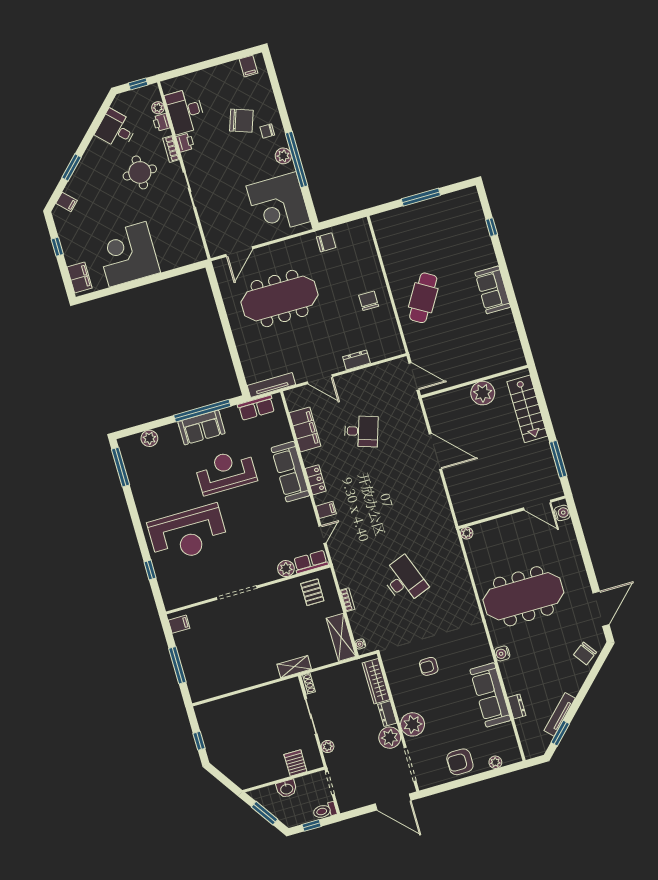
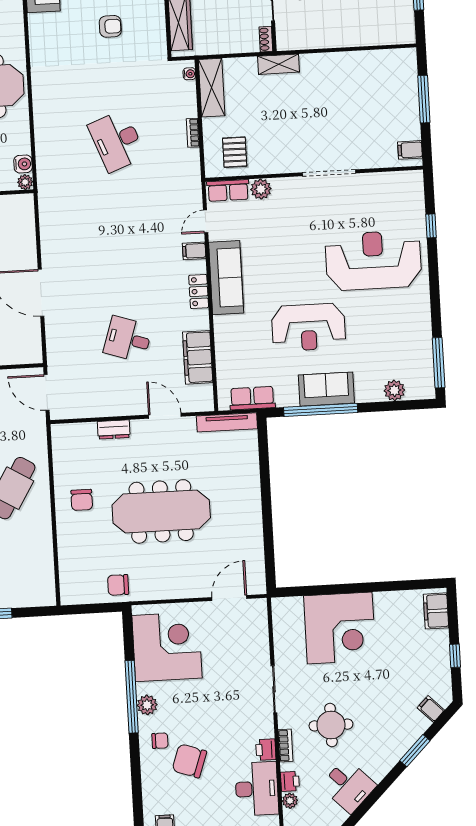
corner desk: (128, 254) -> (340, 628), moved
meeting table: (280, 299) -> (161, 511), moved
sofa: (290, 472) -> (226, 278), moved
water cooler: (502, 653) -> (23, 164), moved

